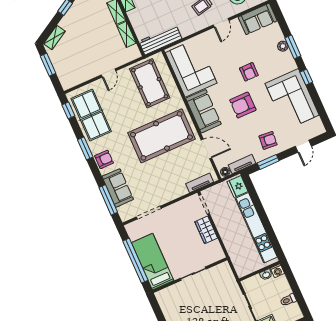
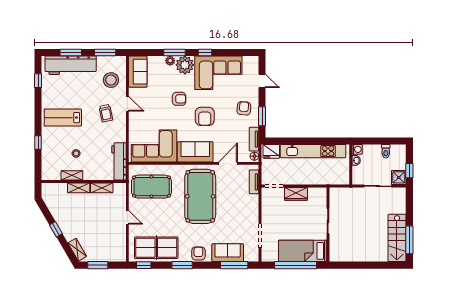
plant: (285, 63) -> (185, 65), added

